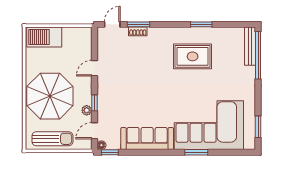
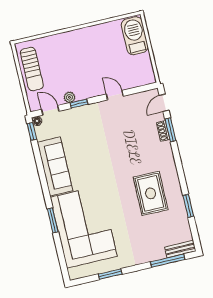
door: (112, 24) -> (164, 103), swing flipped
window: (201, 24) -> (188, 206), moved
bench: (250, 46) -> (180, 249), width x0.73
window: (258, 55) -> (168, 261), width x0.68
parasol: (50, 96) -> (75, 56), removed
window: (258, 127) -> (110, 274), moved

